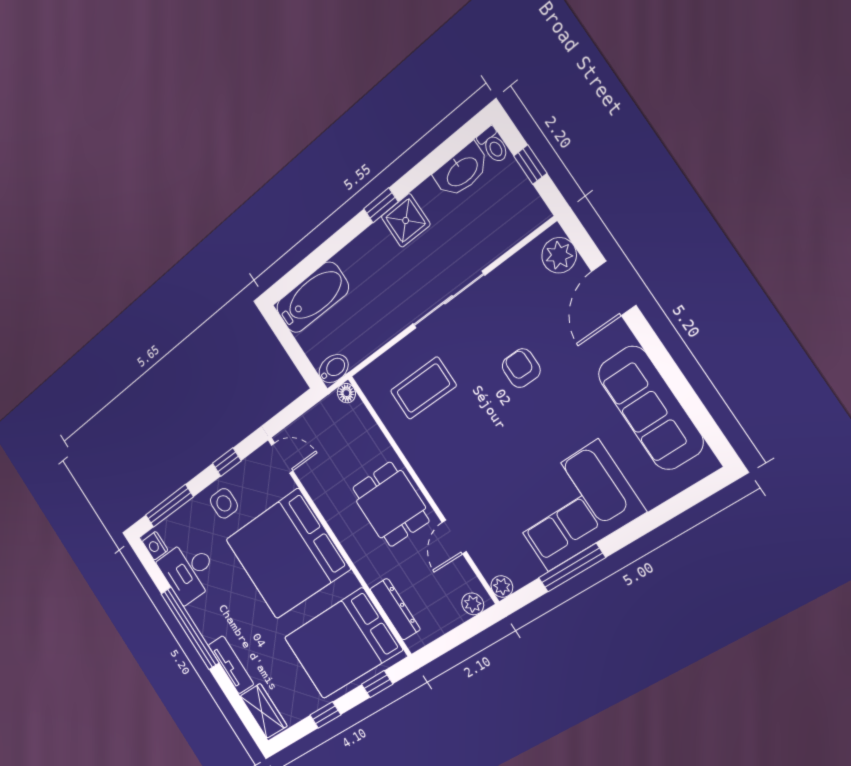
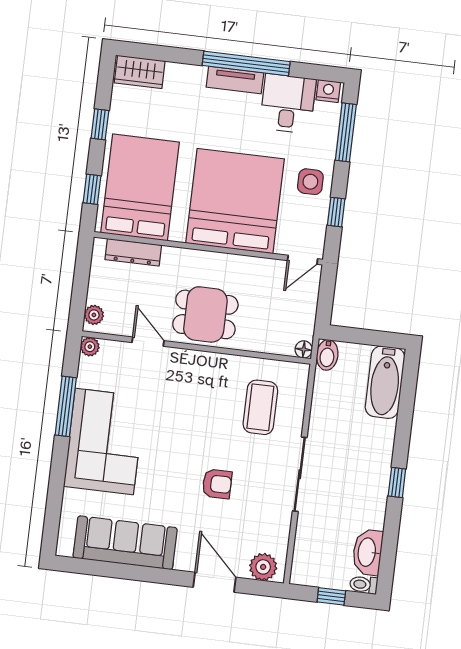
shower: (406, 220) -> (373, 490), removed
tv unit: (231, 665) -> (235, 80), moved

